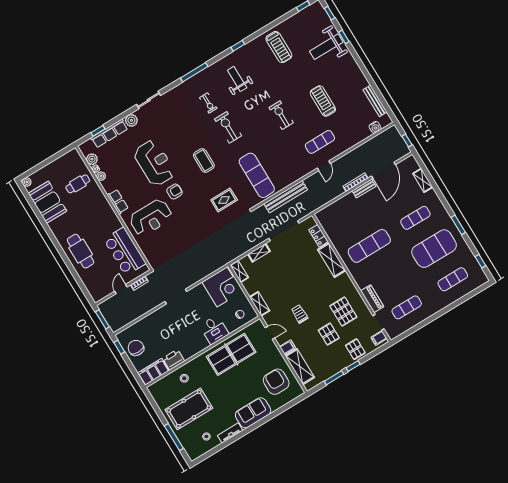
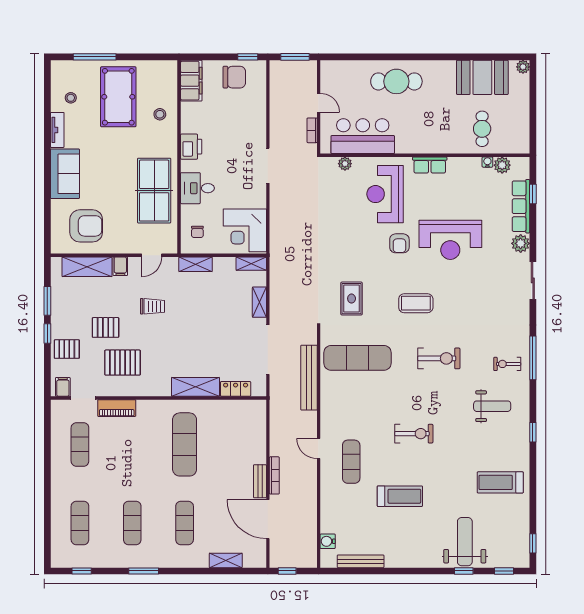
exercise bike: (208, 103) -> (507, 364), moved
plant: (101, 176) -> (345, 164), moved
exercise mat: (434, 249) -> (132, 523), width x0.50, depth x0.69
printer: (174, 360) -> (191, 147), moved

